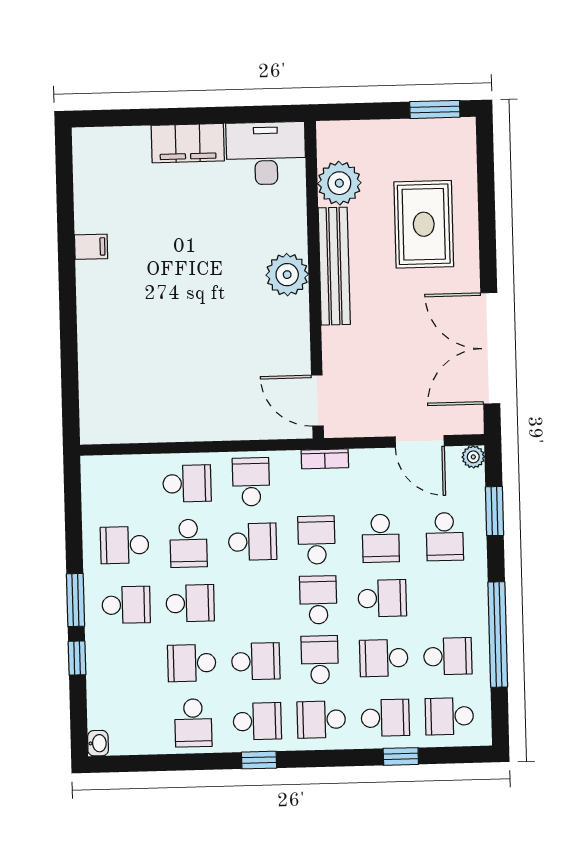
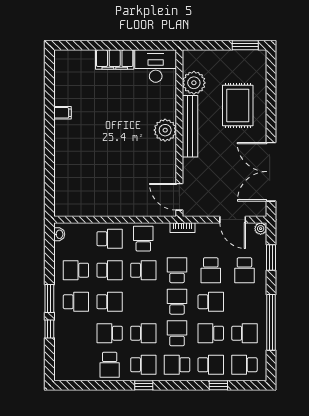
school desk: (189, 543) -> (110, 270), turned -90
washbasin: (98, 743) -> (59, 234), moved

